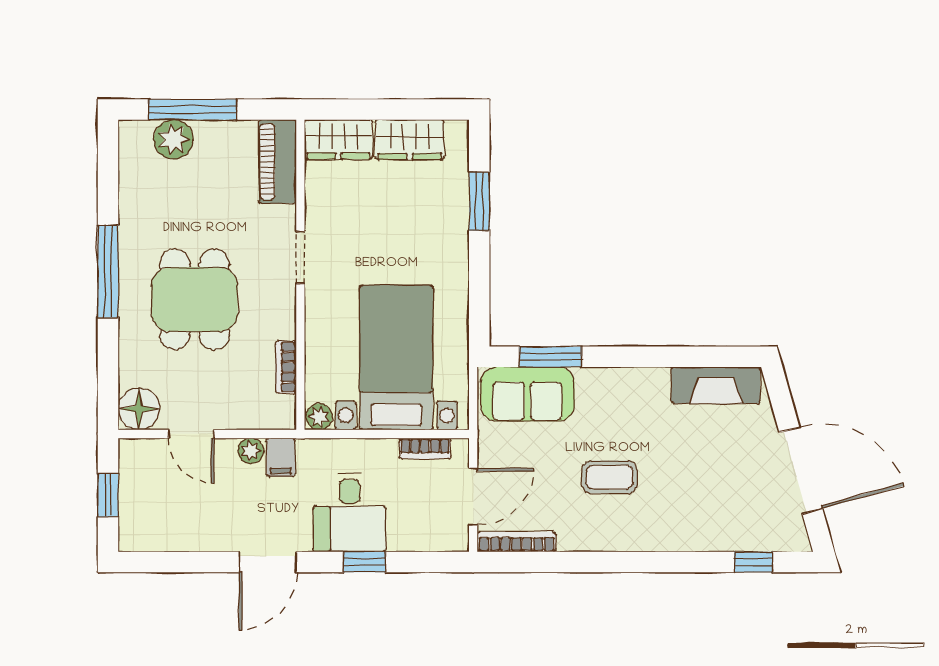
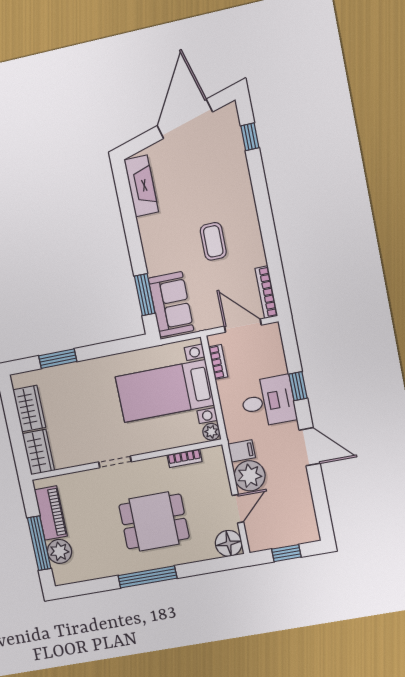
piano: (278, 162) -> (51, 513), moved, turned -90
plant: (251, 451) -> (250, 476), width x1.88, depth x1.88

